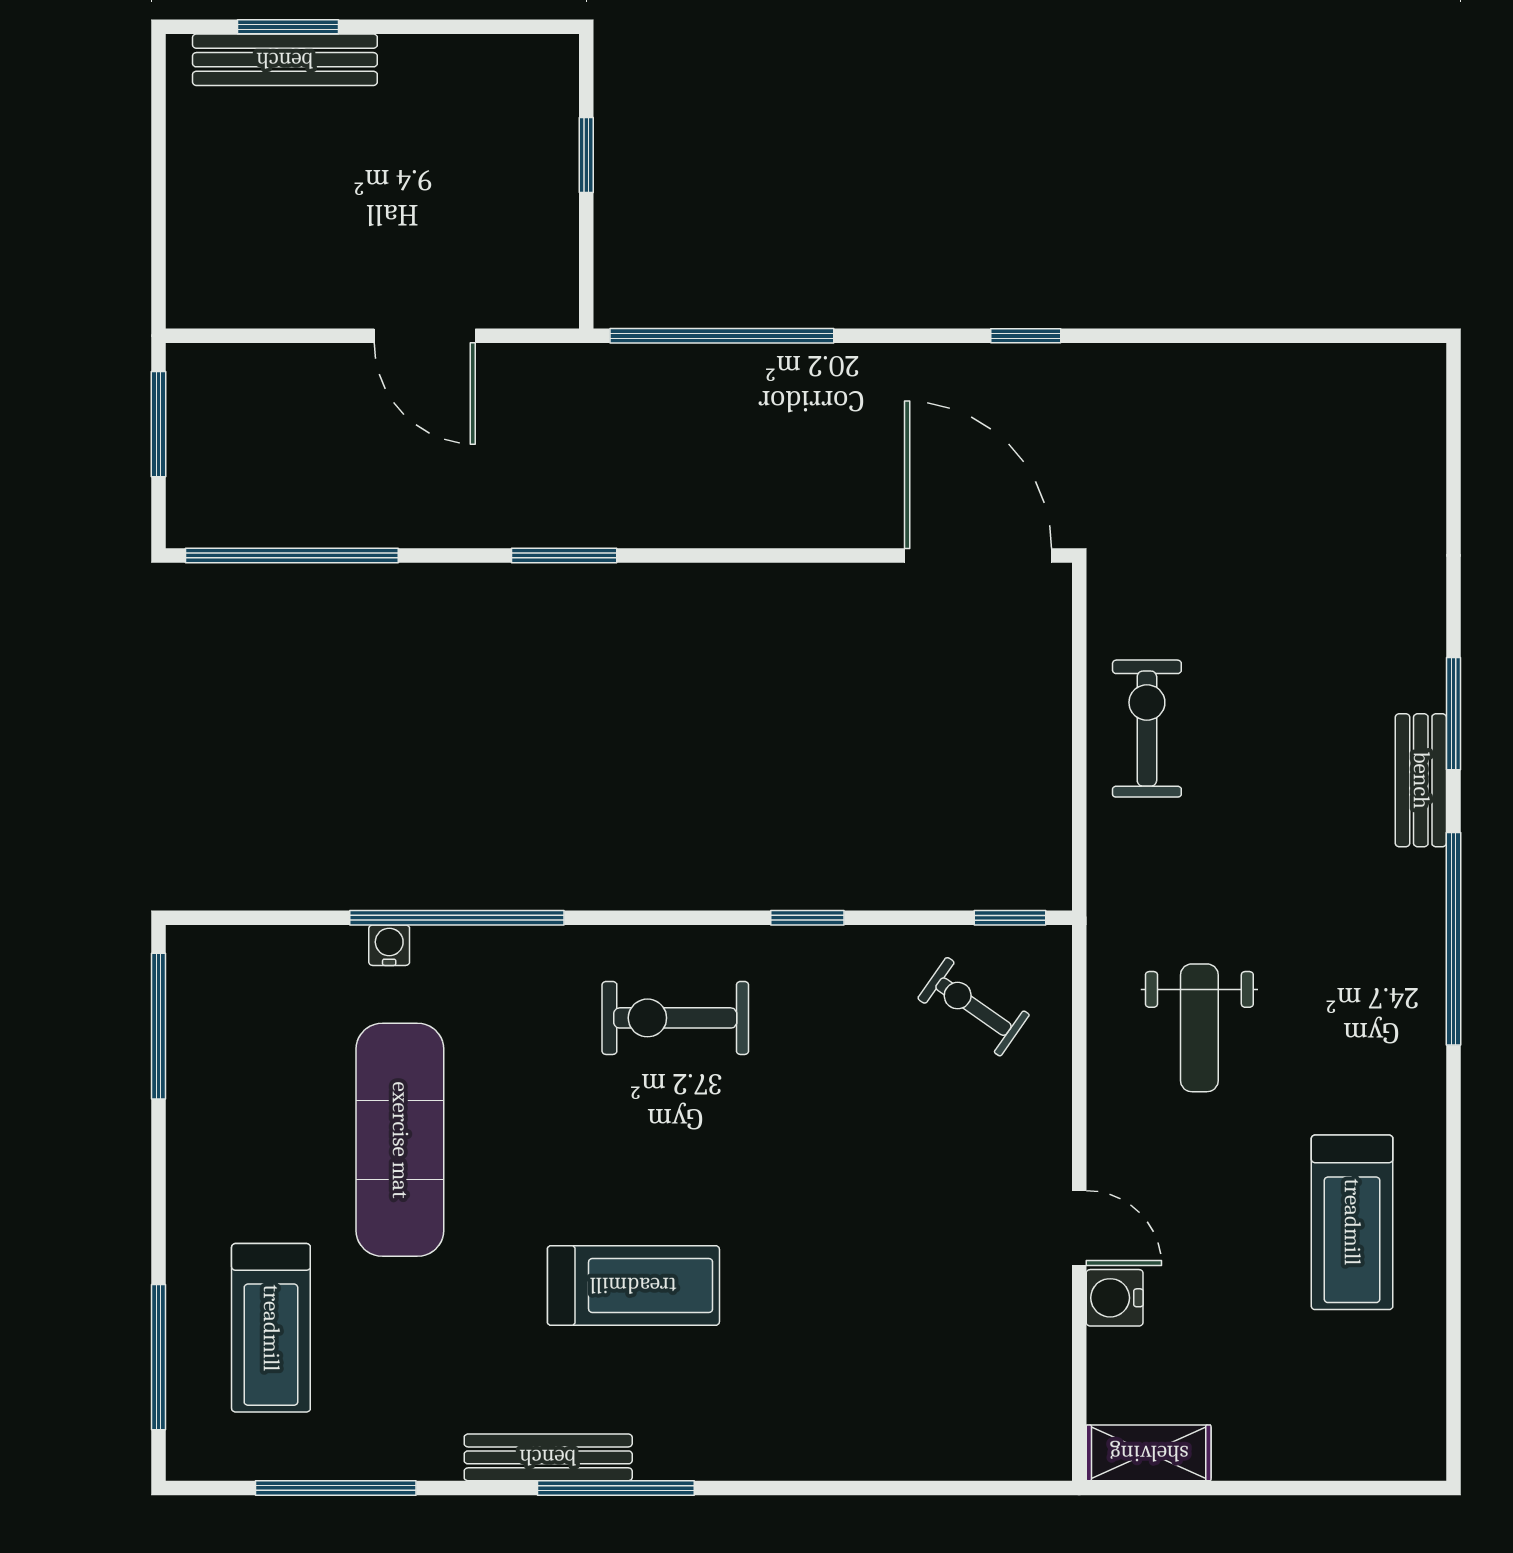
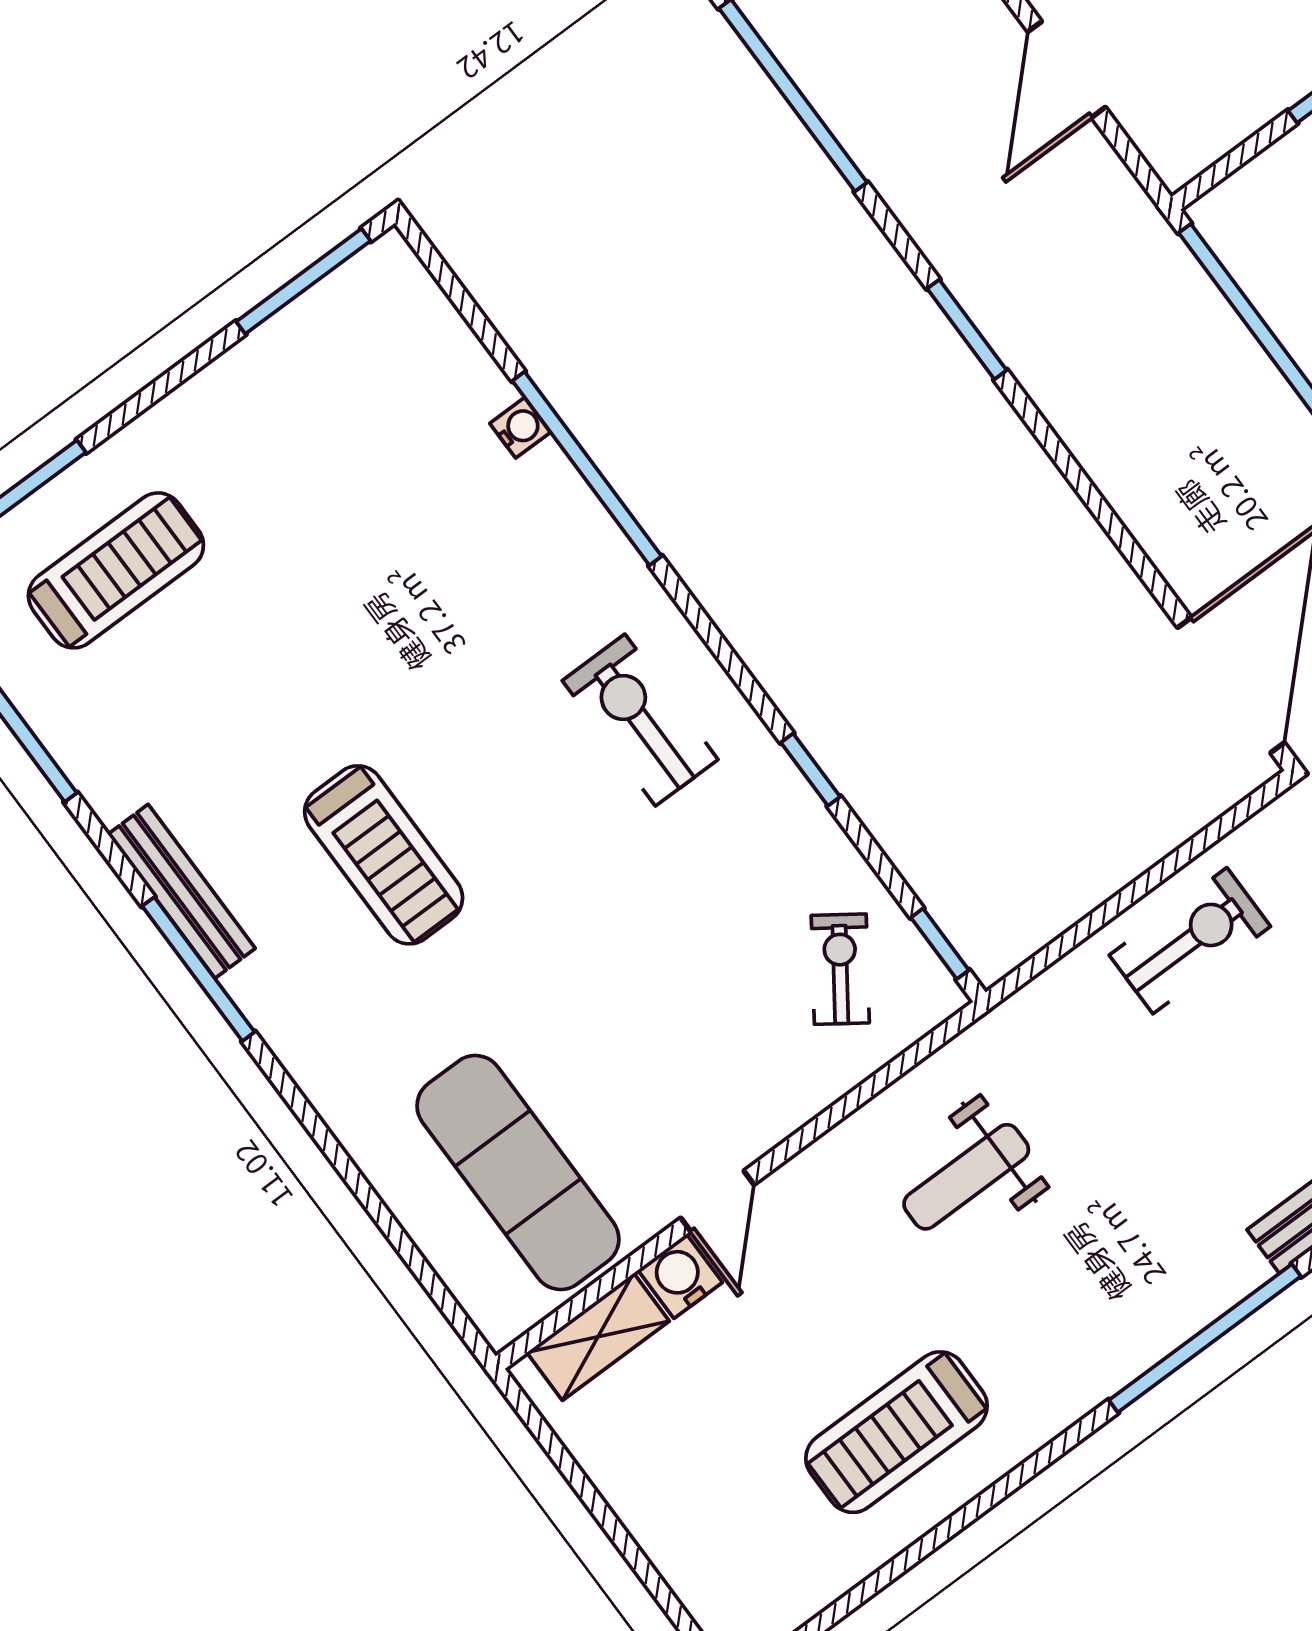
exercise mat: (400, 1140) -> (518, 1172), moved, turned 90
treadmill: (271, 1328) -> (116, 570), turned 180
shelving: (1149, 1453) -> (598, 1337), moved, turned 90

